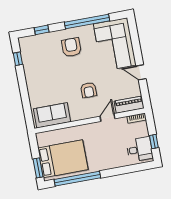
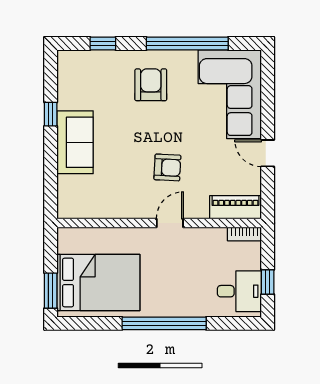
window: (18, 59) -> (51, 114), moved
armchair: (89, 90) -> (167, 167), turned -87
sofa: (52, 115) -> (75, 142), moved, turned 90
door: (108, 117) -> (170, 223), moved
window: (77, 179) -> (164, 323), moved

